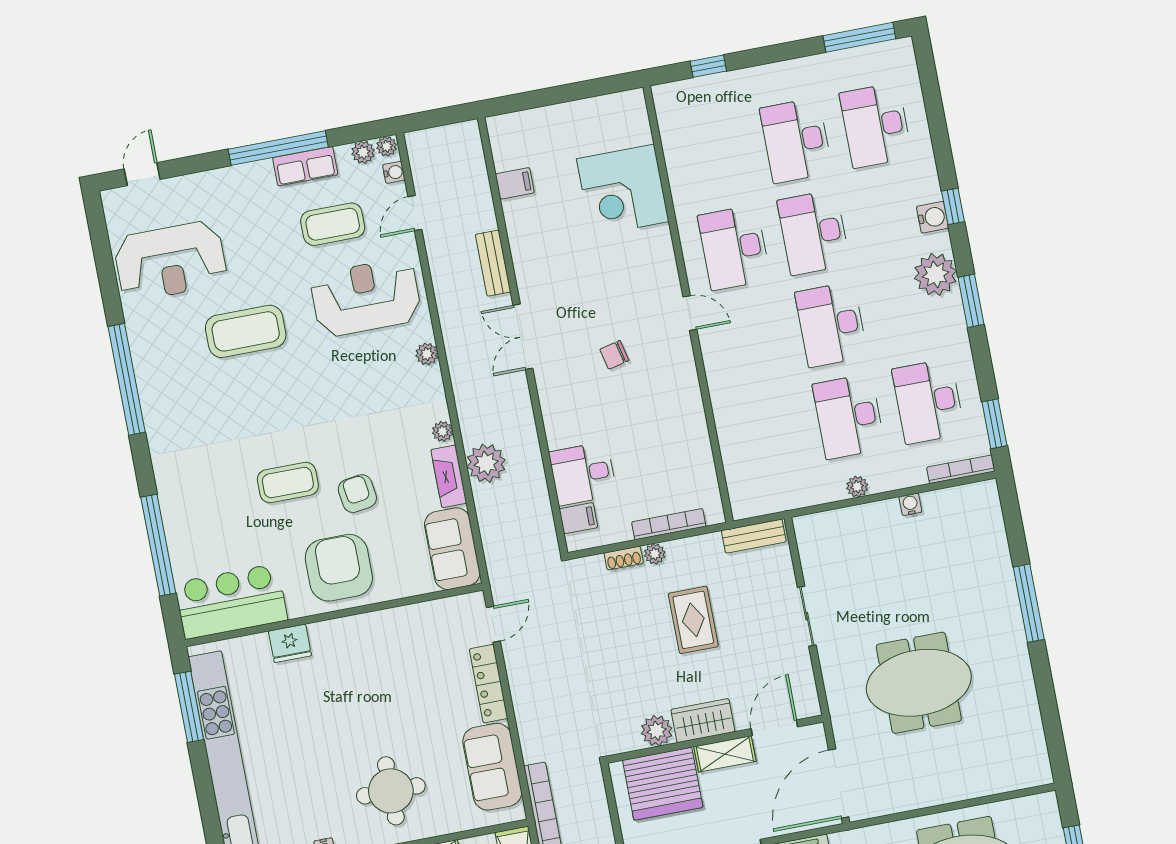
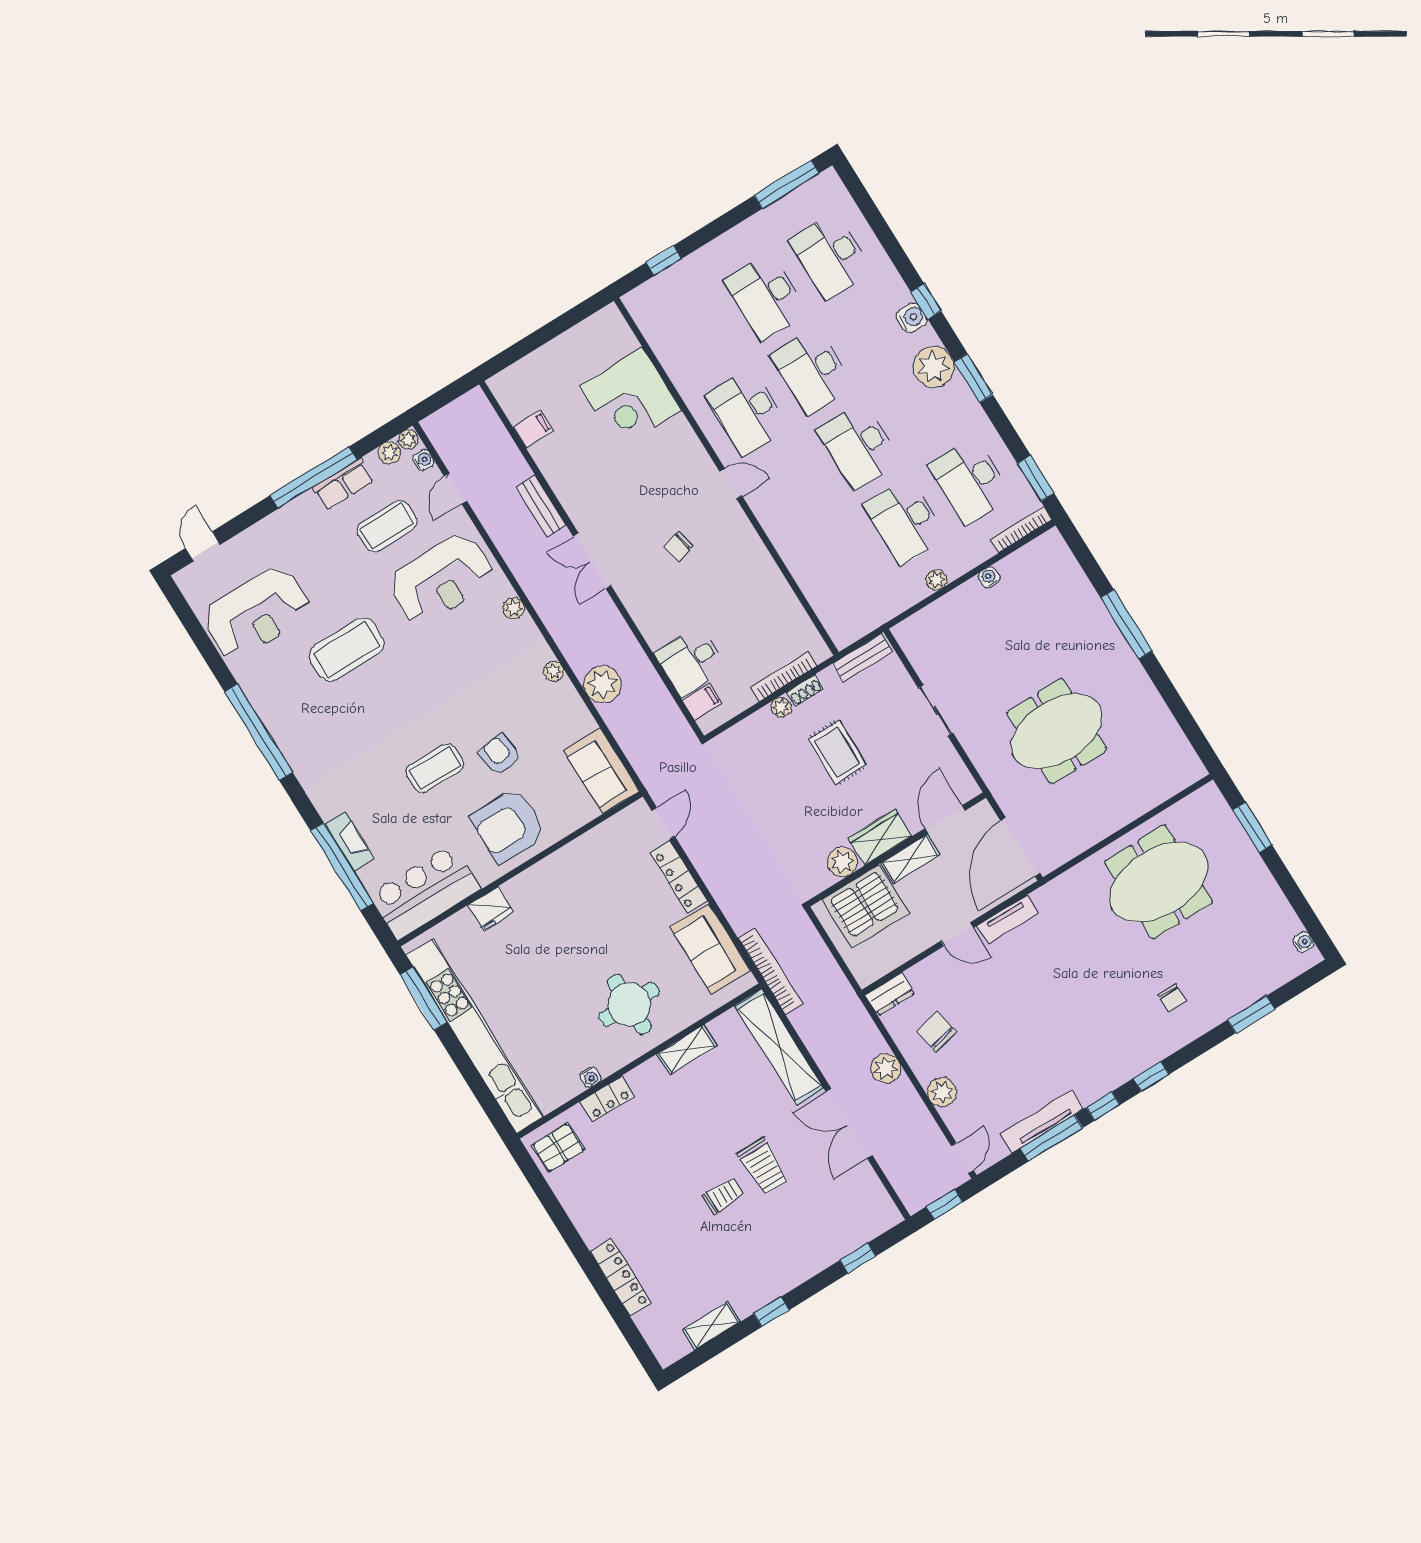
reception desk: (366, 297) -> (441, 579), turned 180
fireplace: (449, 476) -> (350, 841), moved, turned 180
shoe rack: (624, 558) -> (805, 690), moved
armchair: (339, 568) -> (508, 826), turned -90

